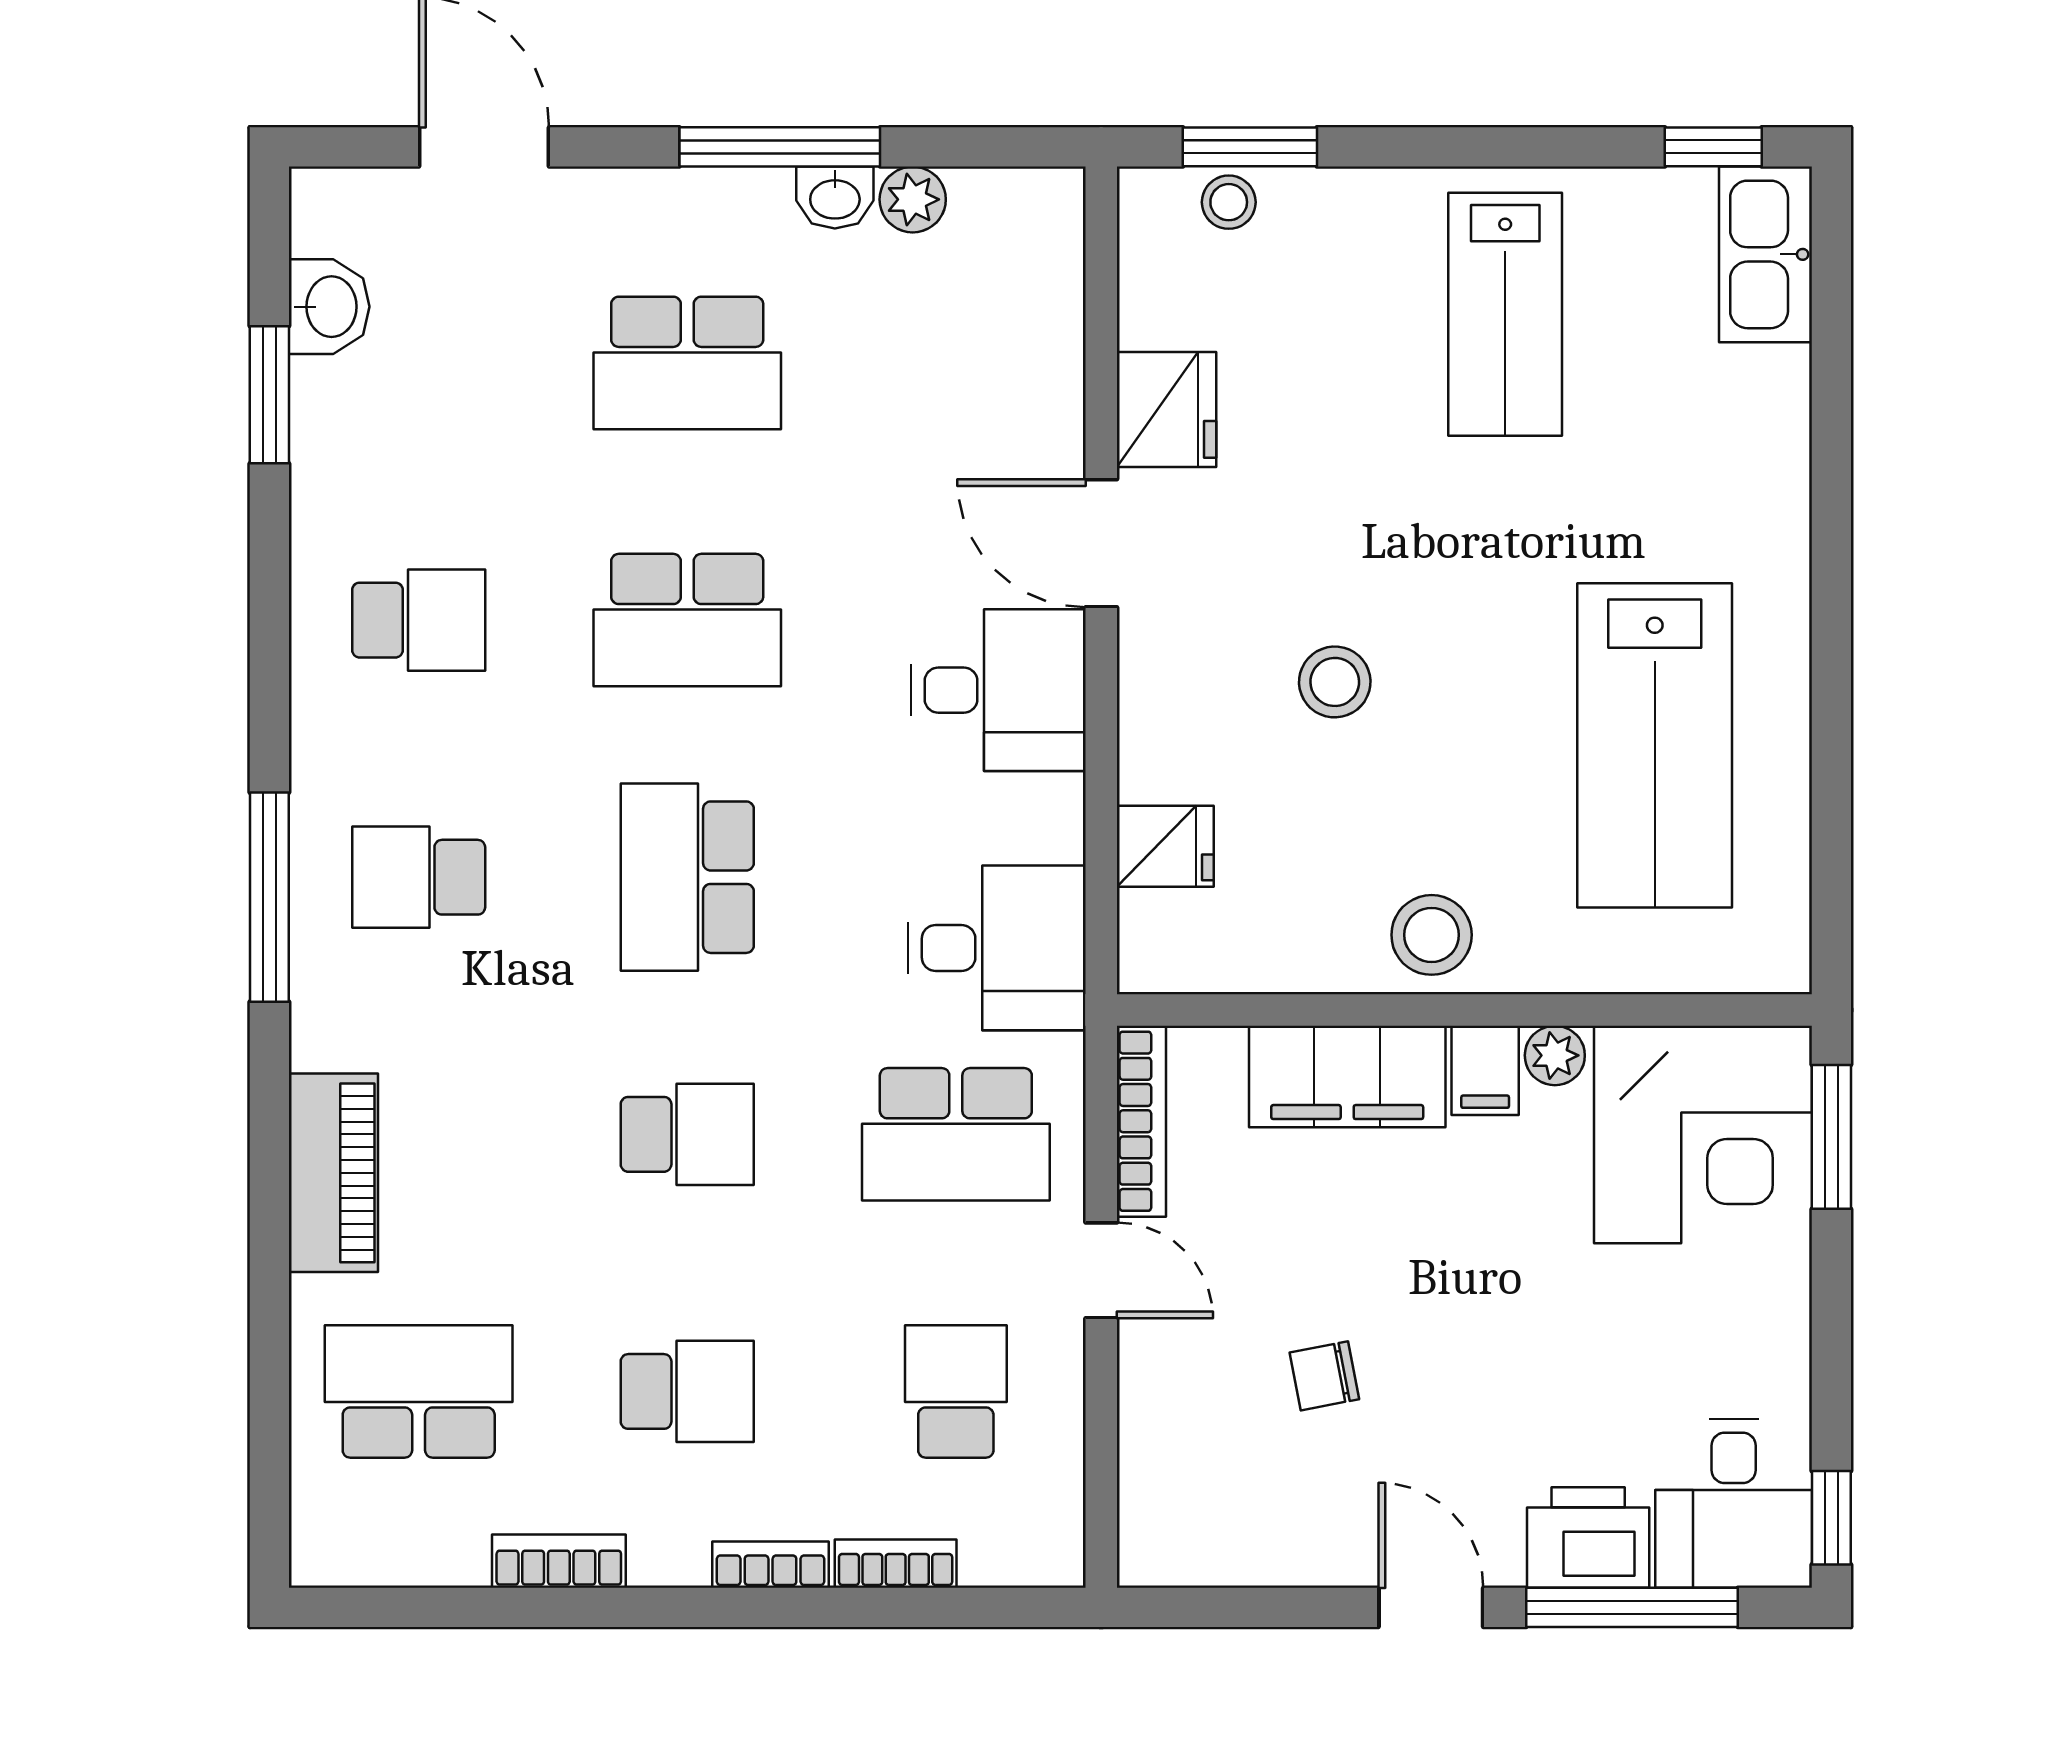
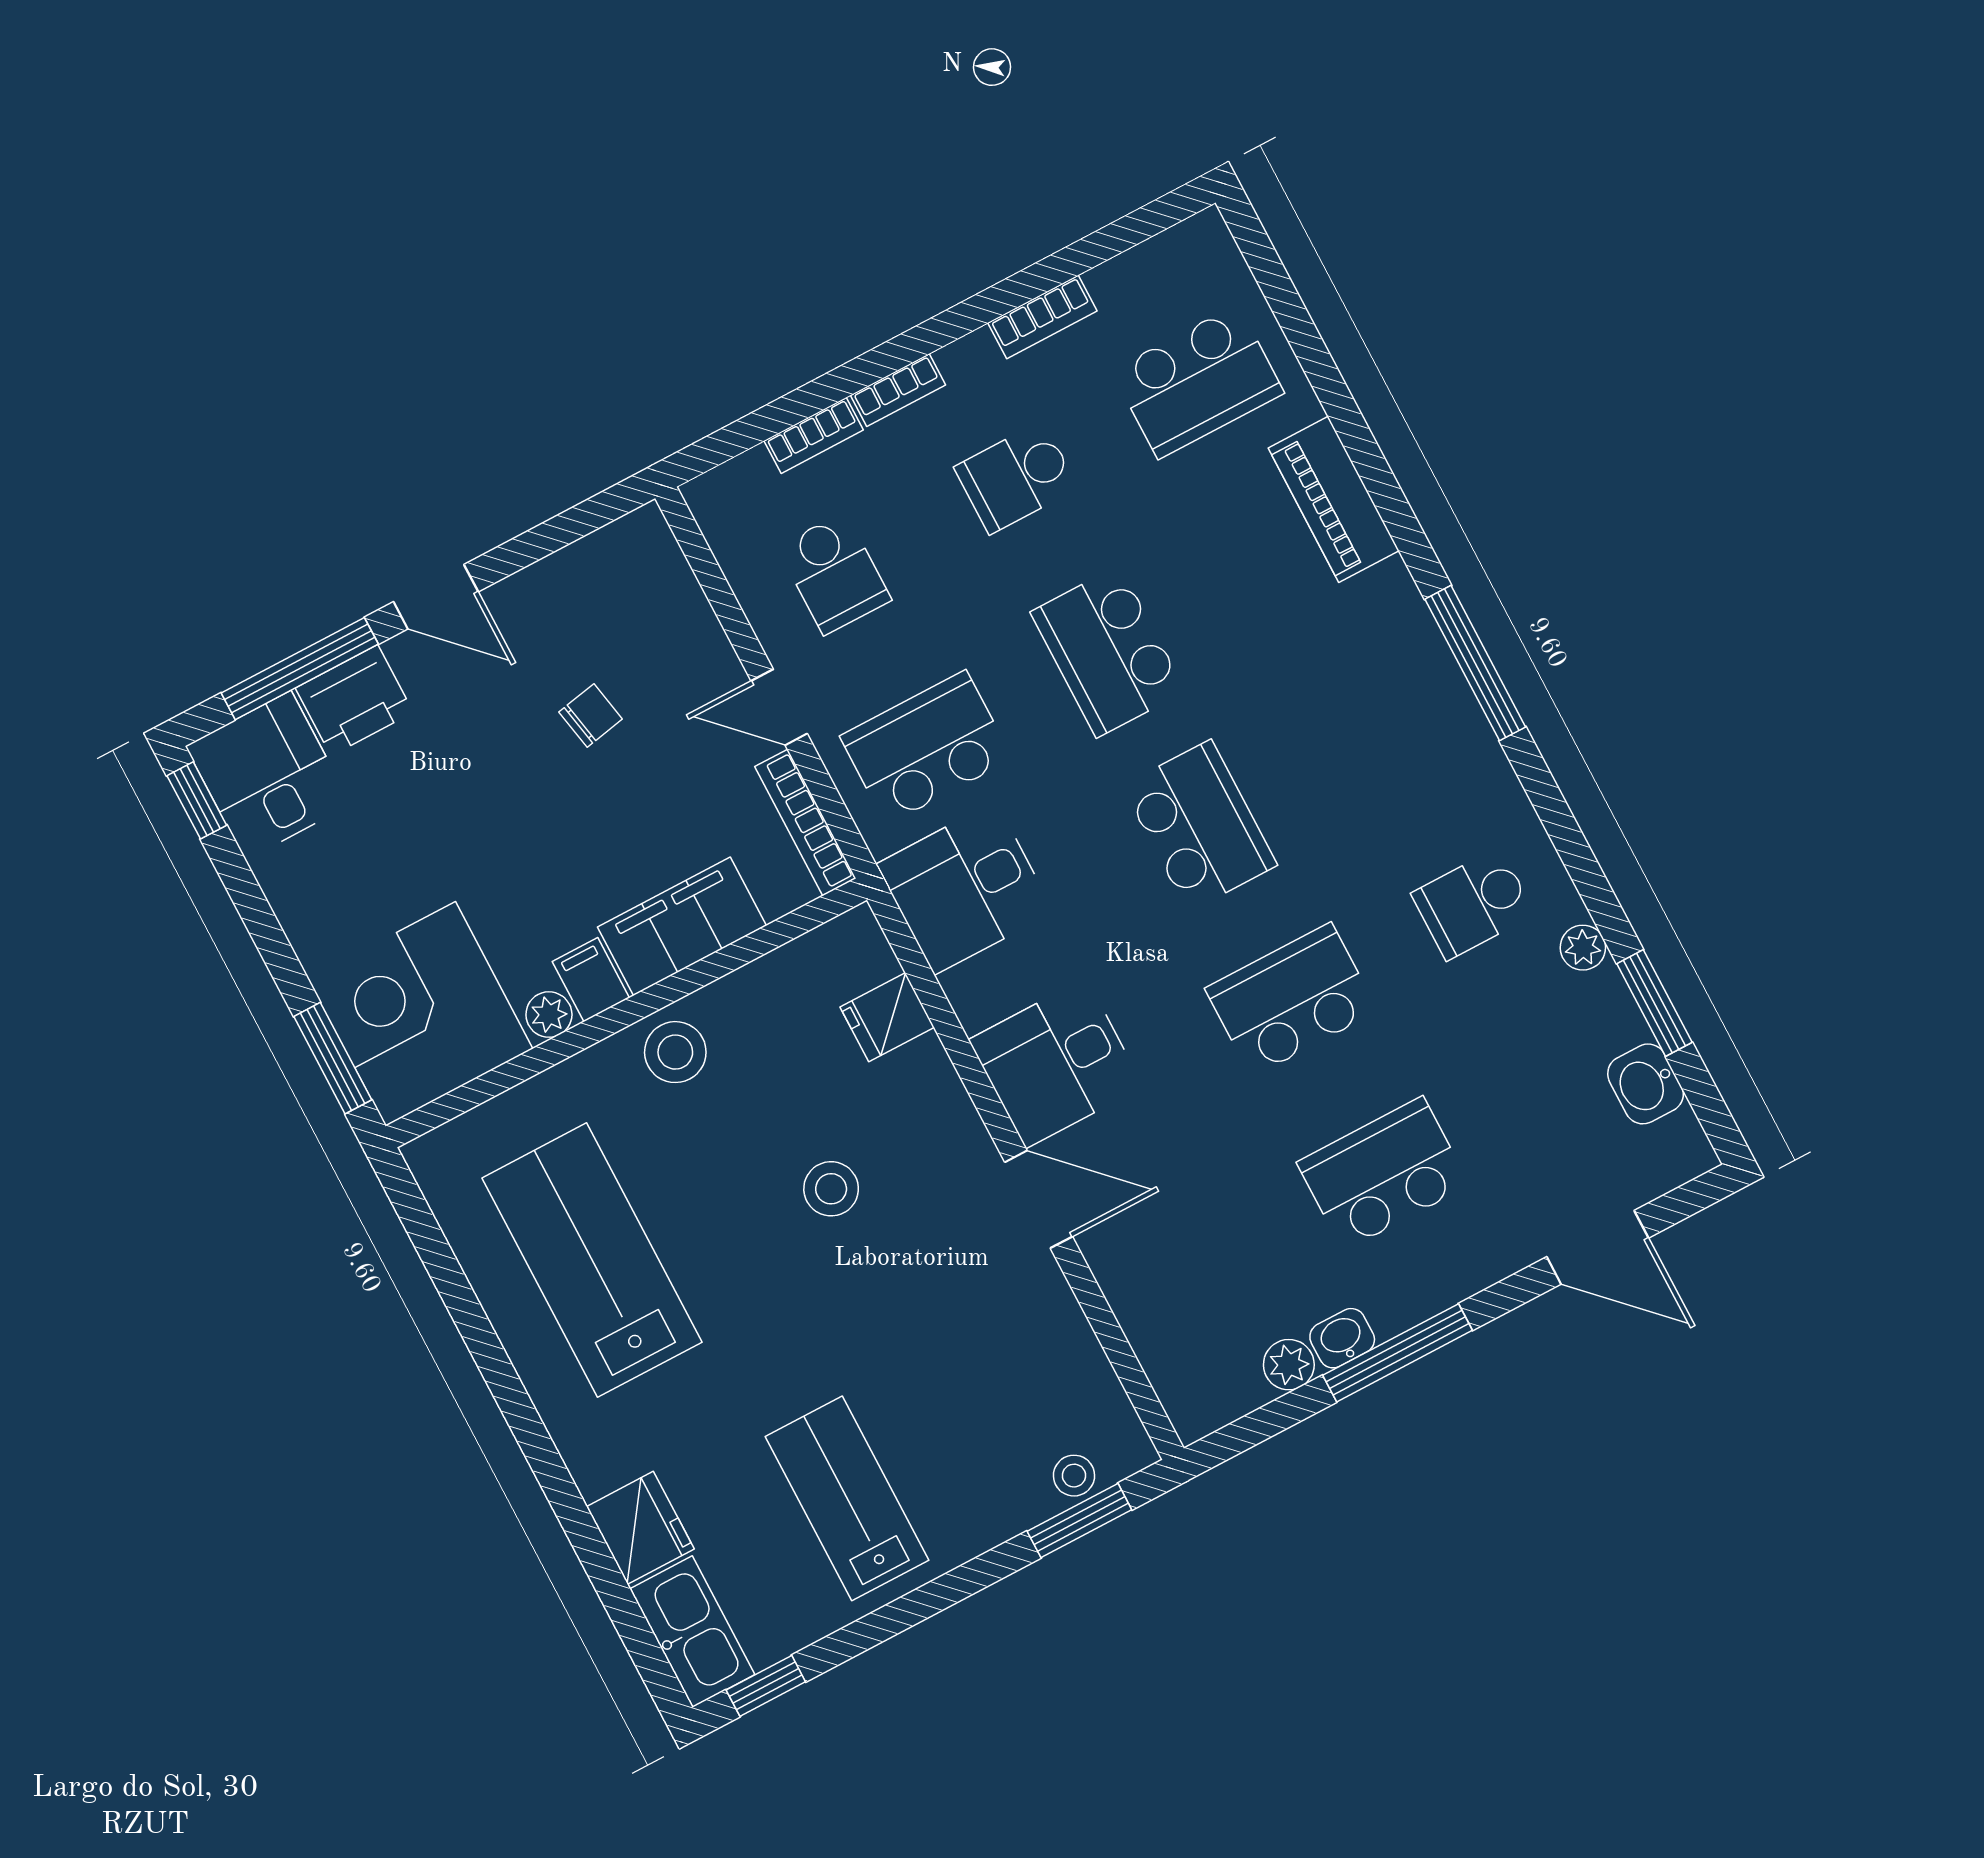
fridge: (1166, 409) -> (640, 1528), moved, turned 180
plant: (318, 503) -> (1583, 948), added
school desk: (419, 877) -> (1381, 730), removed
school desk: (687, 1134) -> (1108, 652), width x1.85

